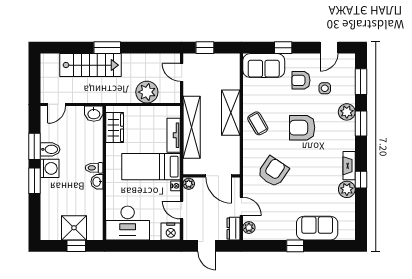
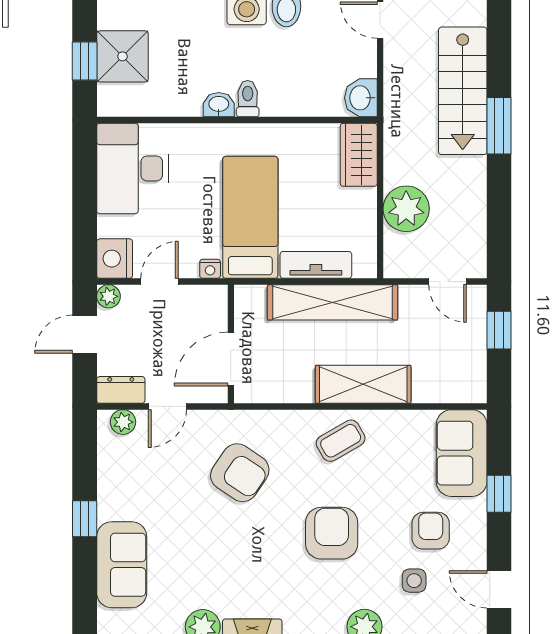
door: (182, 72) -> (448, 282), swing flipped
wardrobe: (115, 128) -> (359, 155), moved, turned 90
plant: (189, 184) -> (108, 296), moved

